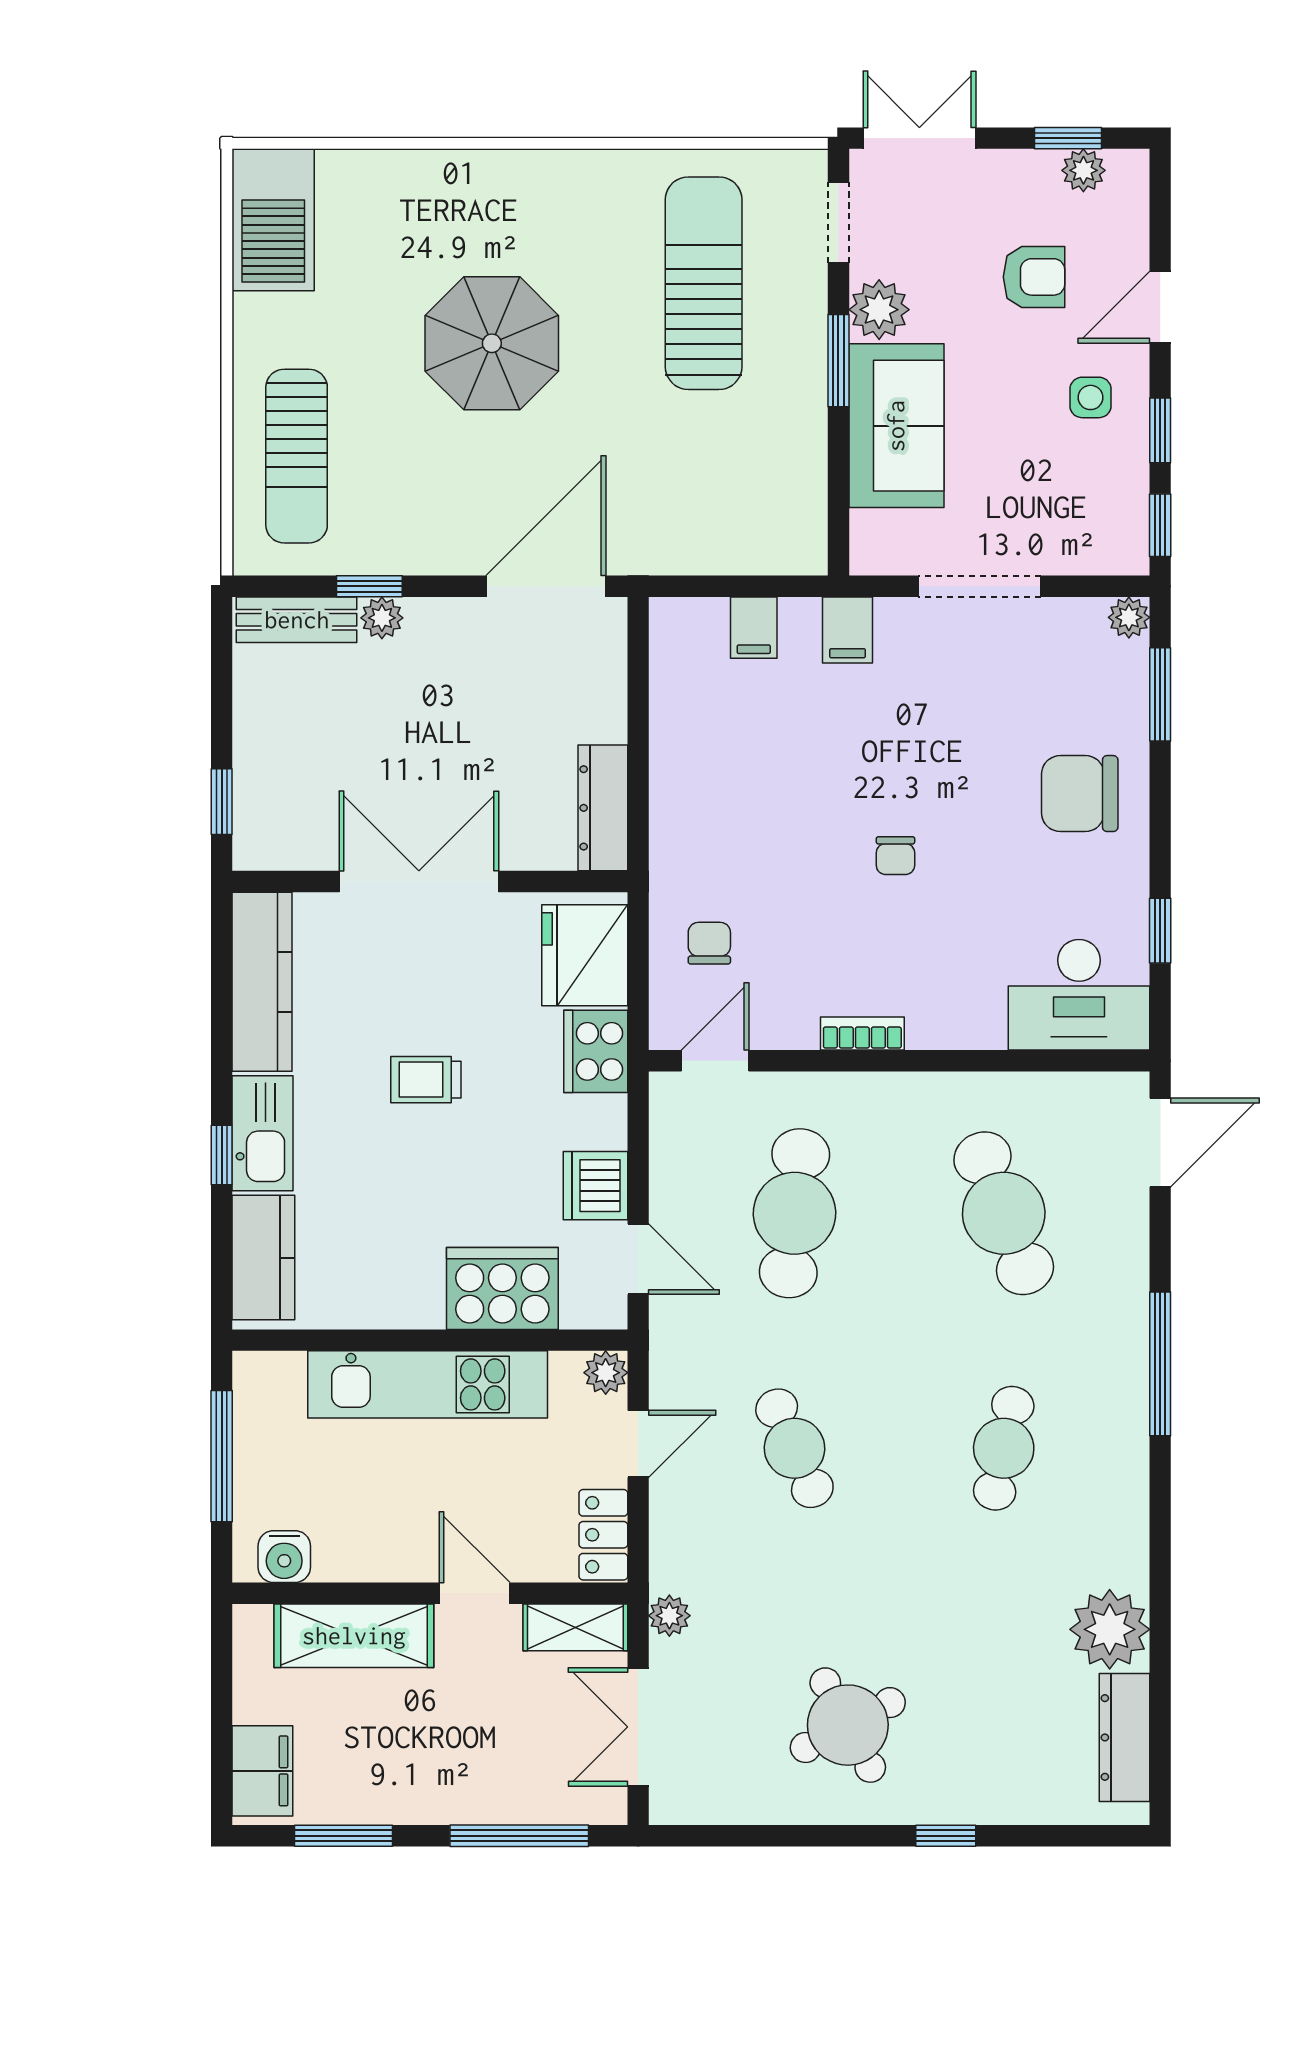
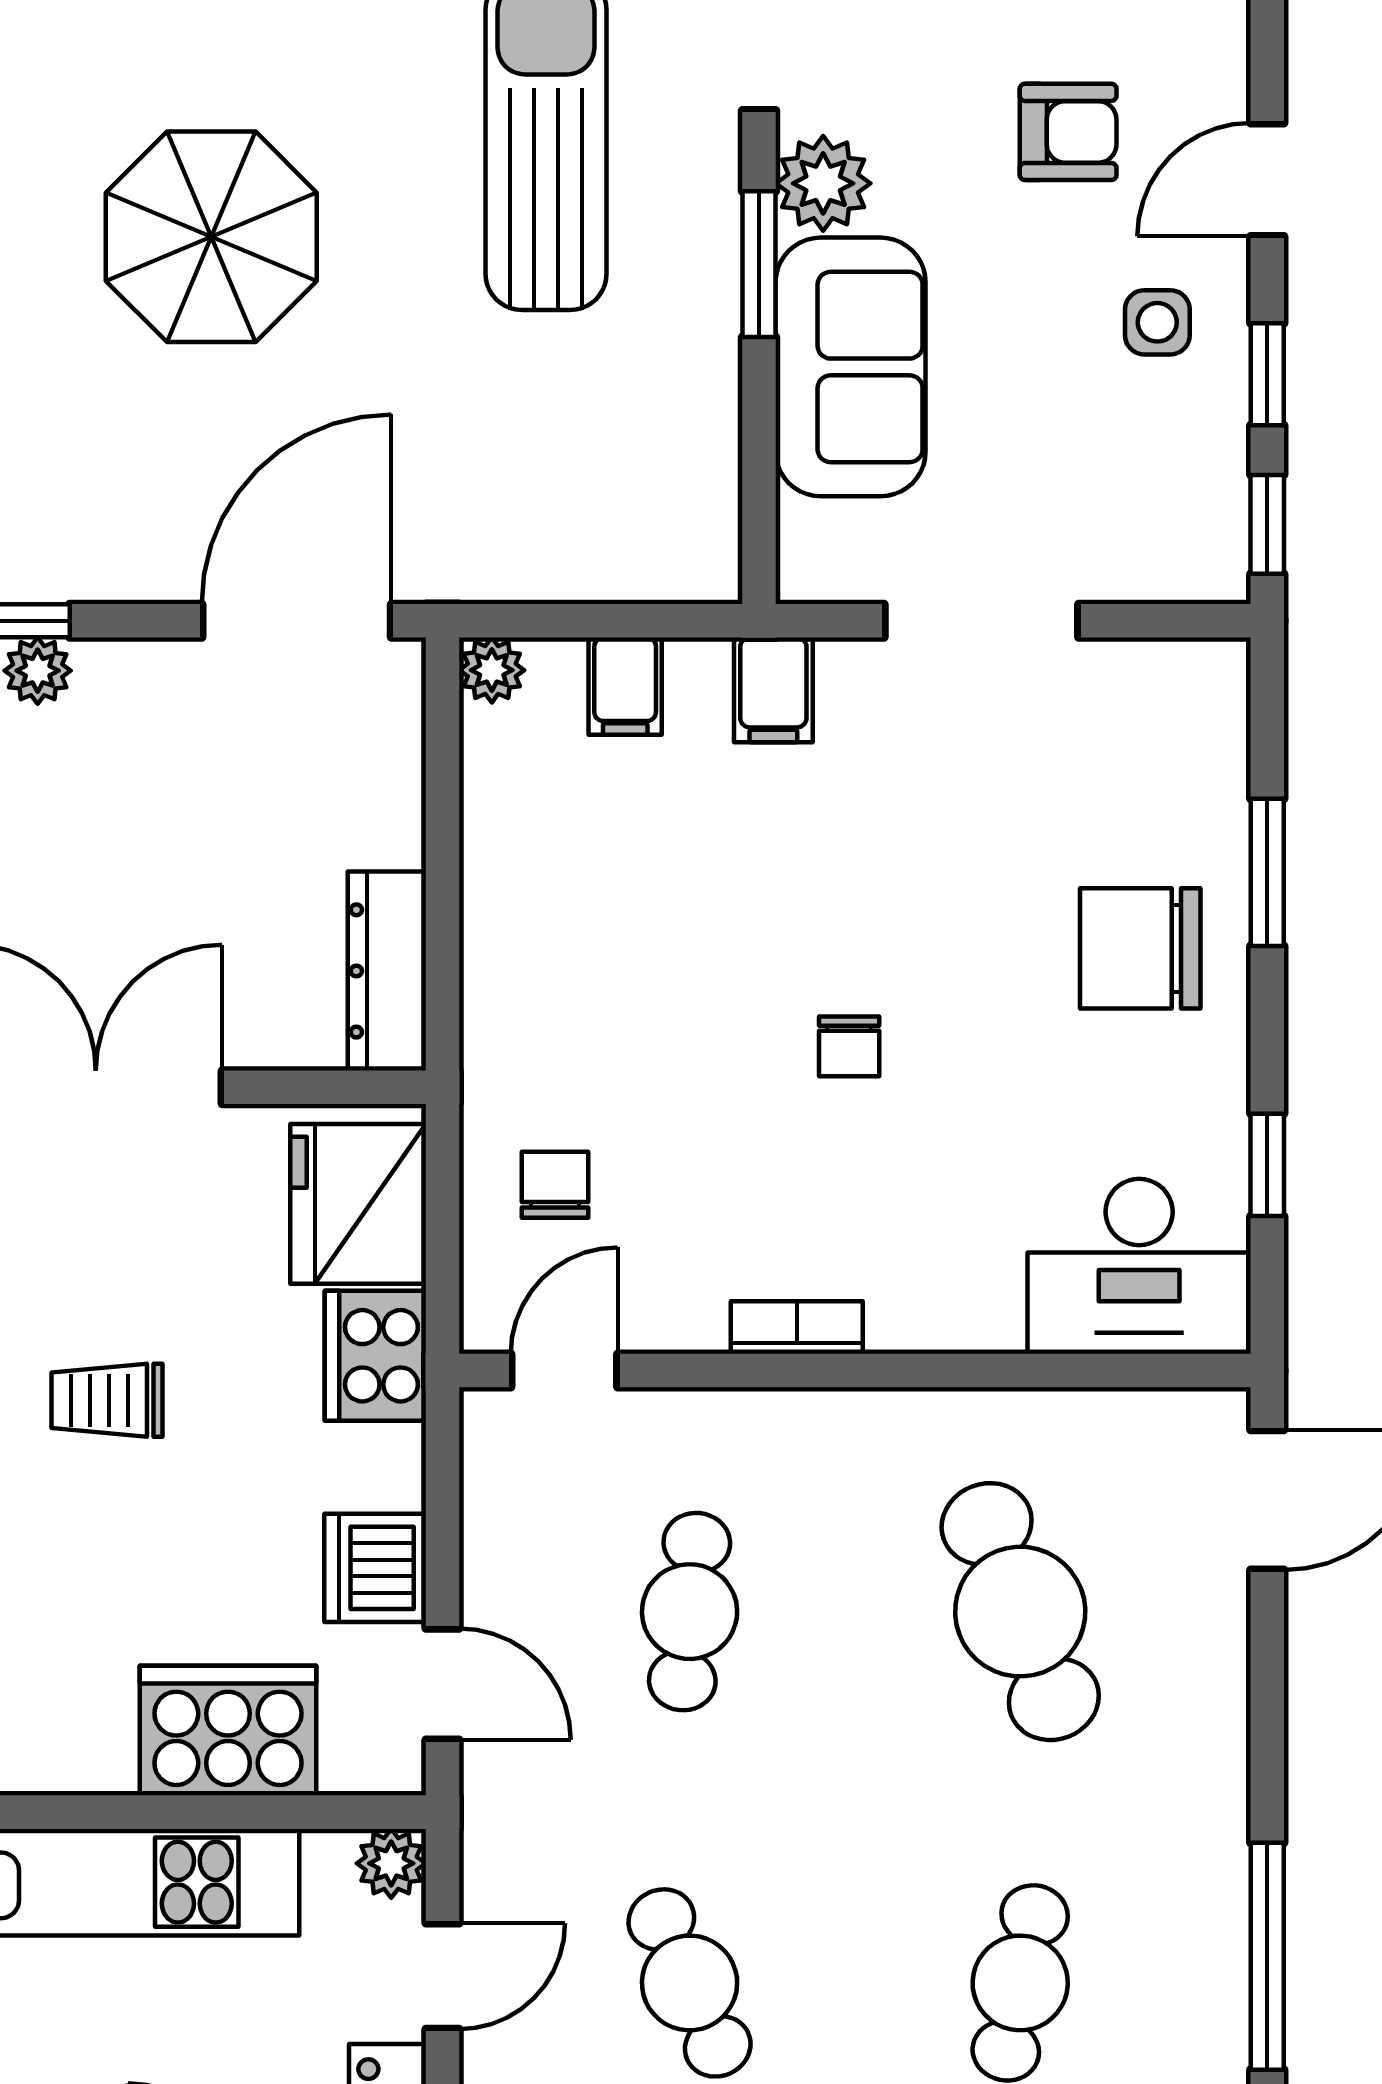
plant: (1129, 617) -> (492, 670), moved
window: (1160, 694) -> (1267, 872), moved
cafe table: (794, 1213) -> (690, 1612), width x0.73, depth x0.74
window: (1160, 1364) -> (1267, 1956), moved

